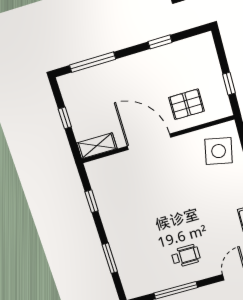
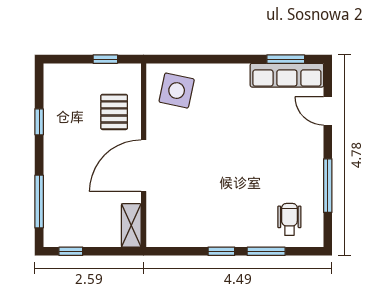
window: (65, 118) -> (71, 251), moved
window: (92, 201) -> (221, 251), moved
wheelchair: (186, 256) -> (289, 219), moved

